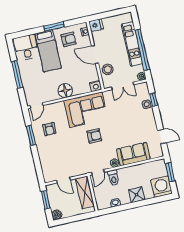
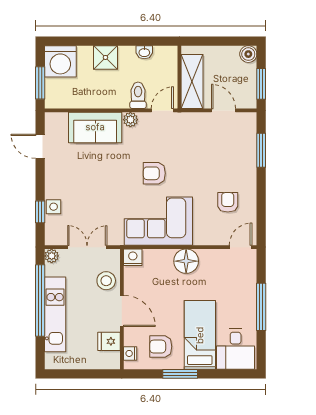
fridge: (96, 25) -> (109, 341), moved
window: (31, 135) -> (261, 150), moved

